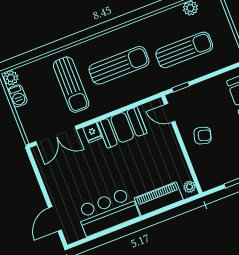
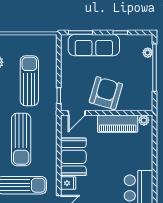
sun lounger: (119, 65) -> (21, 140), turned 180
armchair: (203, 136) -> (106, 93), width x1.88, depth x1.88
piano: (159, 199) -> (118, 124), moved, turned -90

